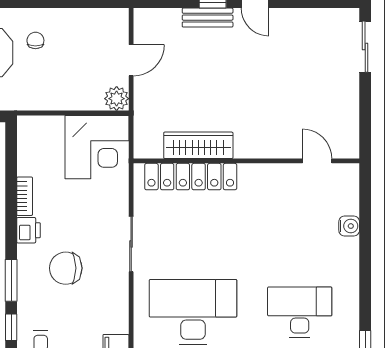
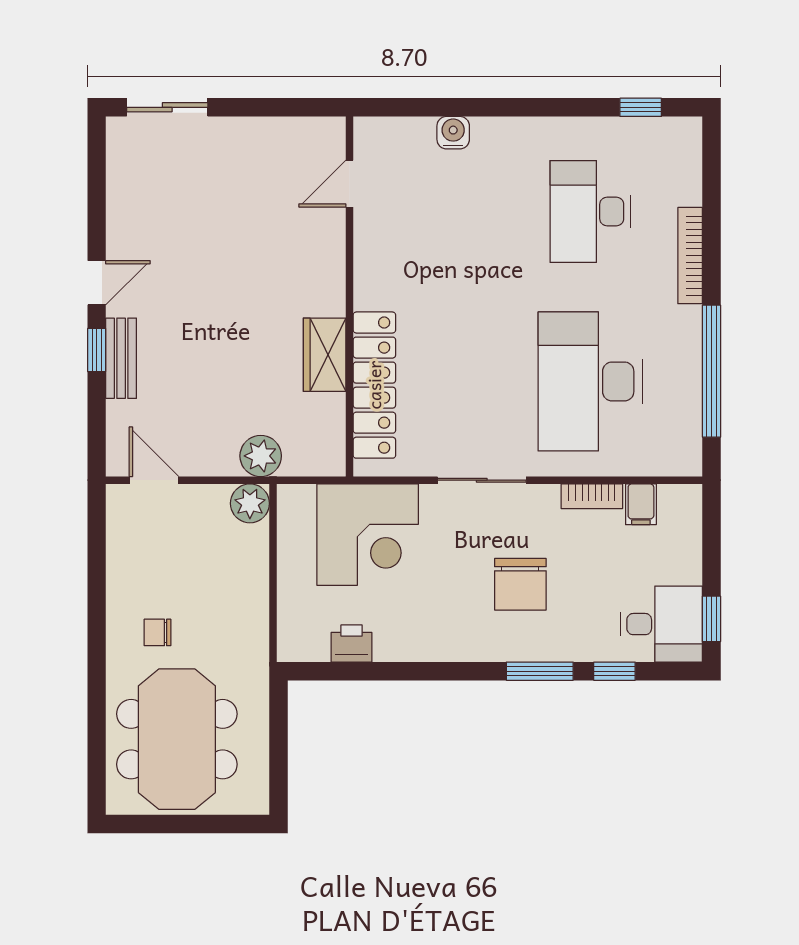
door: (131, 60) -> (154, 480), moved
plant: (146, 105) -> (261, 456), added
wardrobe: (198, 145) -> (325, 355), width x0.67
corner desk: (97, 147) -> (368, 535), moved, turned 90
bookcase: (25, 196) -> (592, 496), moved, turned 180
printer: (29, 230) -> (352, 644), moved

